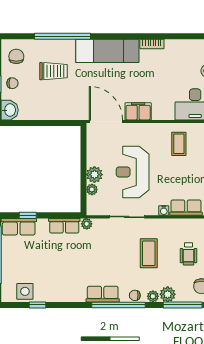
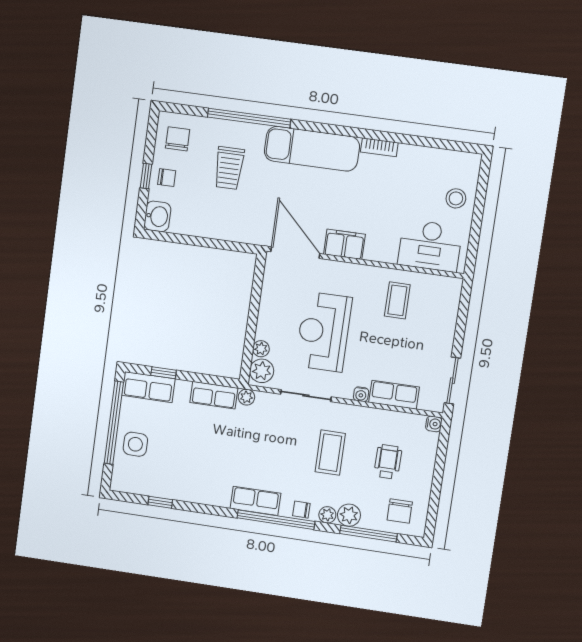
trolley: (54, 71) -> (229, 168), turned 90
plant: (94, 175) -> (262, 371), moved
wheelchair: (189, 254) -> (388, 462), turned 180
side table: (25, 291) -> (135, 444), moved

